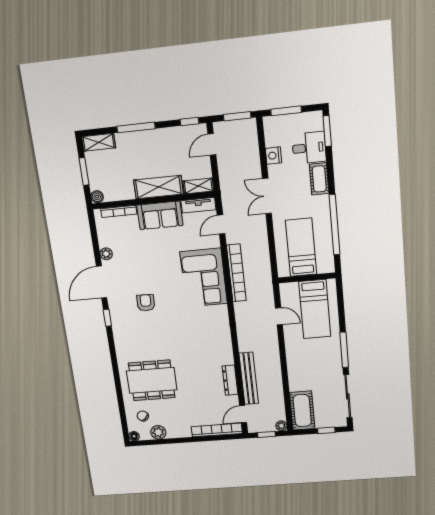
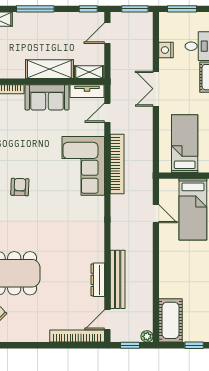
plant: (158, 432) -> (13, 334), removed

